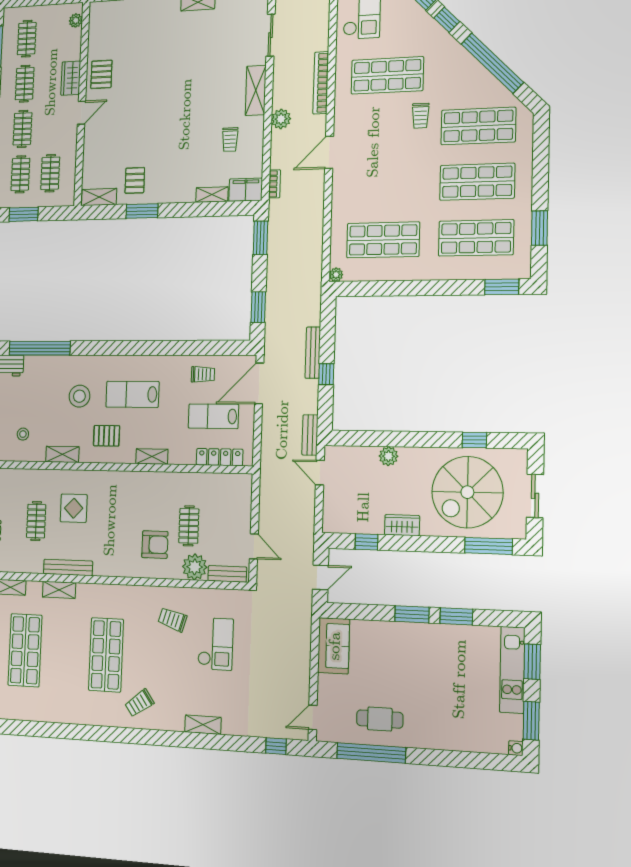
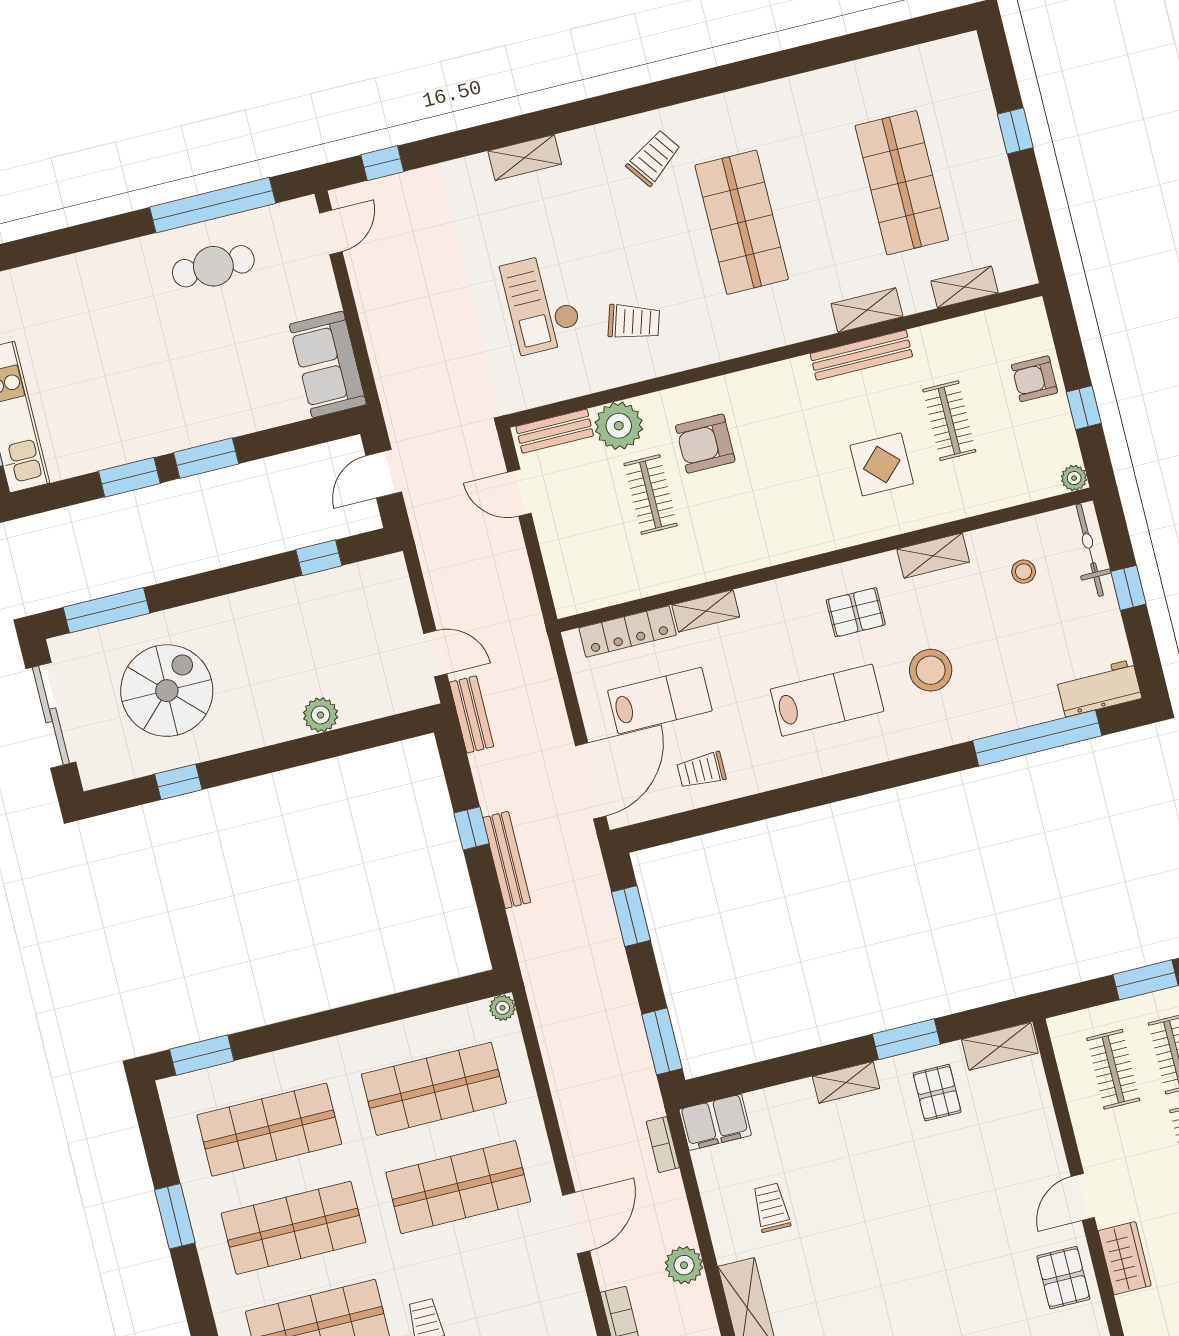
shop shelf: (384, 185) -> (458, 1187), added
shelving: (212, 195) -> (846, 1082), moved
window: (540, 228) -> (175, 1216), moved
shelving: (152, 456) -> (706, 611), moved
spiral stairs: (467, 492) -> (167, 691), width x0.73, depth x0.73
sliding door: (535, 496) -> (51, 715), width x1.37
wardrobe: (402, 525) -> (264, 604), removed

